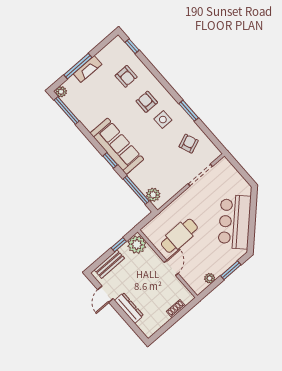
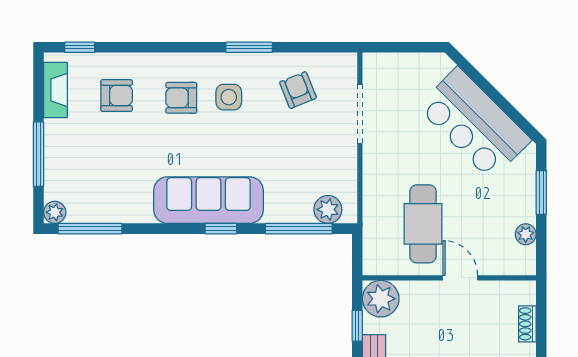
fireplace: (88, 69) -> (55, 90), moved

